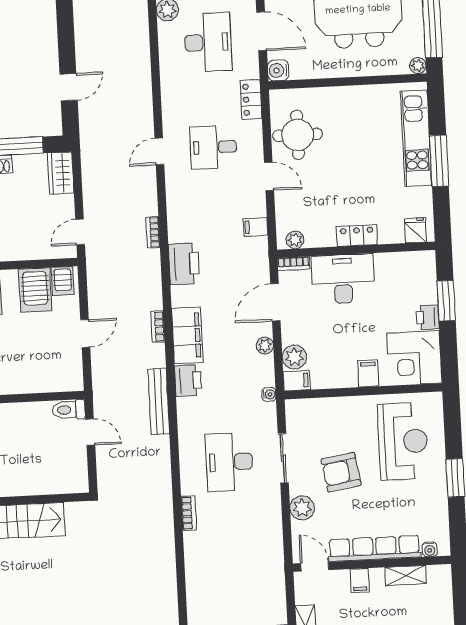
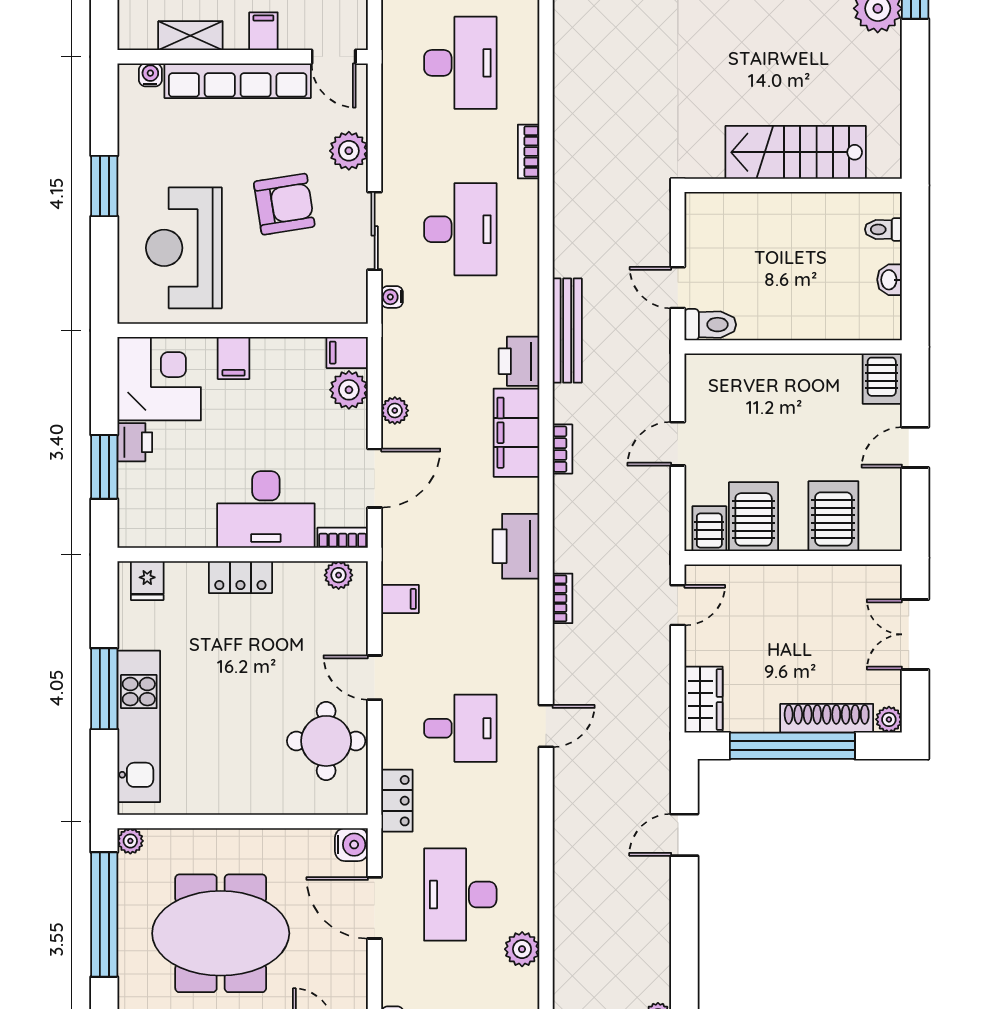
water cooler: (269, 394) -> (392, 297), moved
desk: (235, 567) -> (460, 63), added

